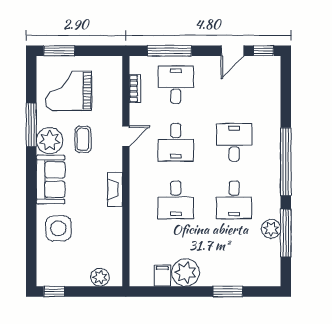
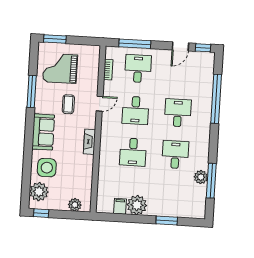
plant: (50, 141) -> (39, 192), moved
window: (286, 162) -> (216, 99), moved
desk: (234, 200) -> (175, 155), turned 180

